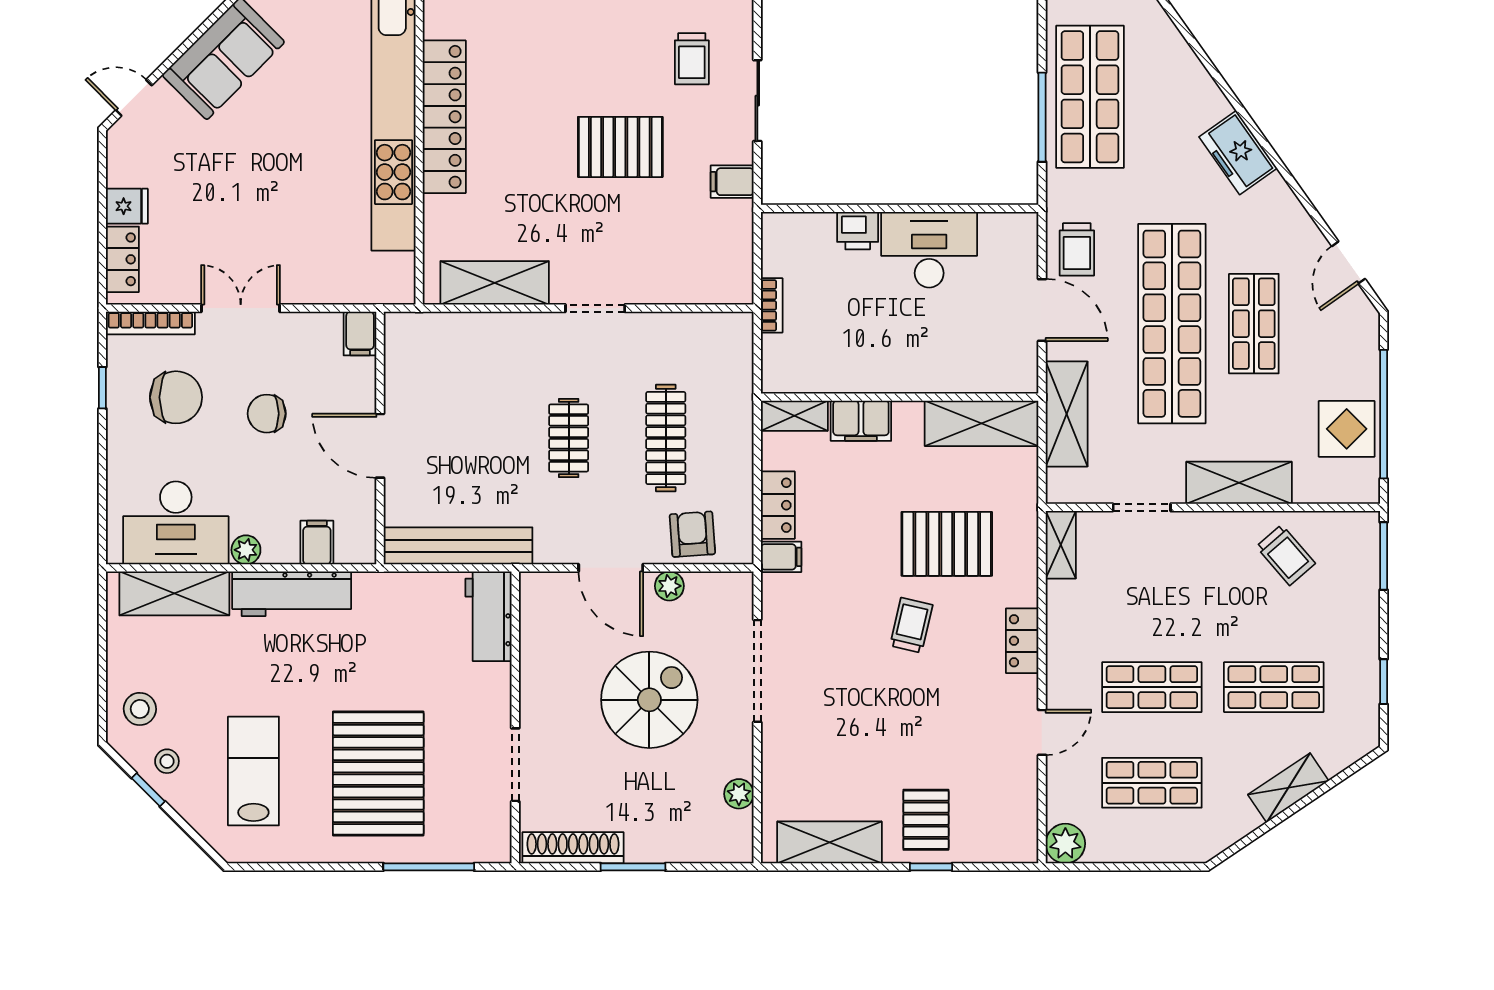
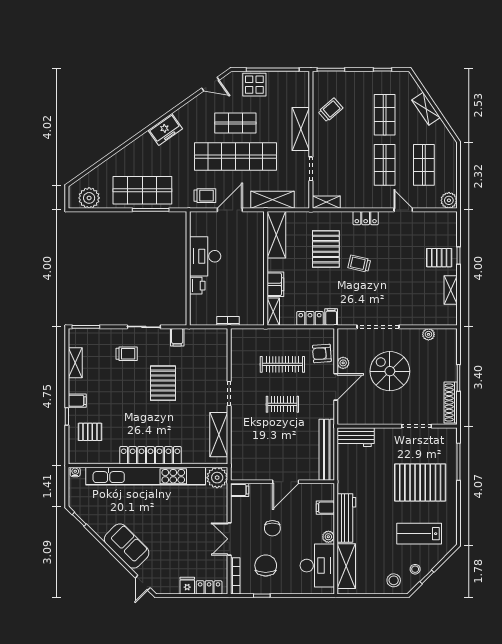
plant: (390, 279) -> (217, 478), added
display table: (1347, 429) -> (254, 85), moved
shelving: (829, 842) -> (451, 290), width x0.67, depth x0.75

